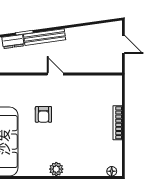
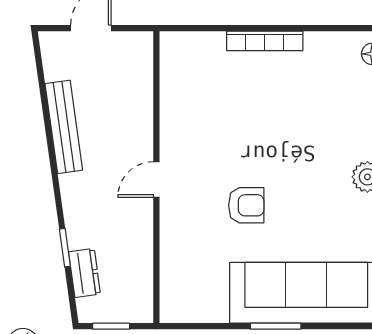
bench: (45, 37) -> (64, 127), moved

